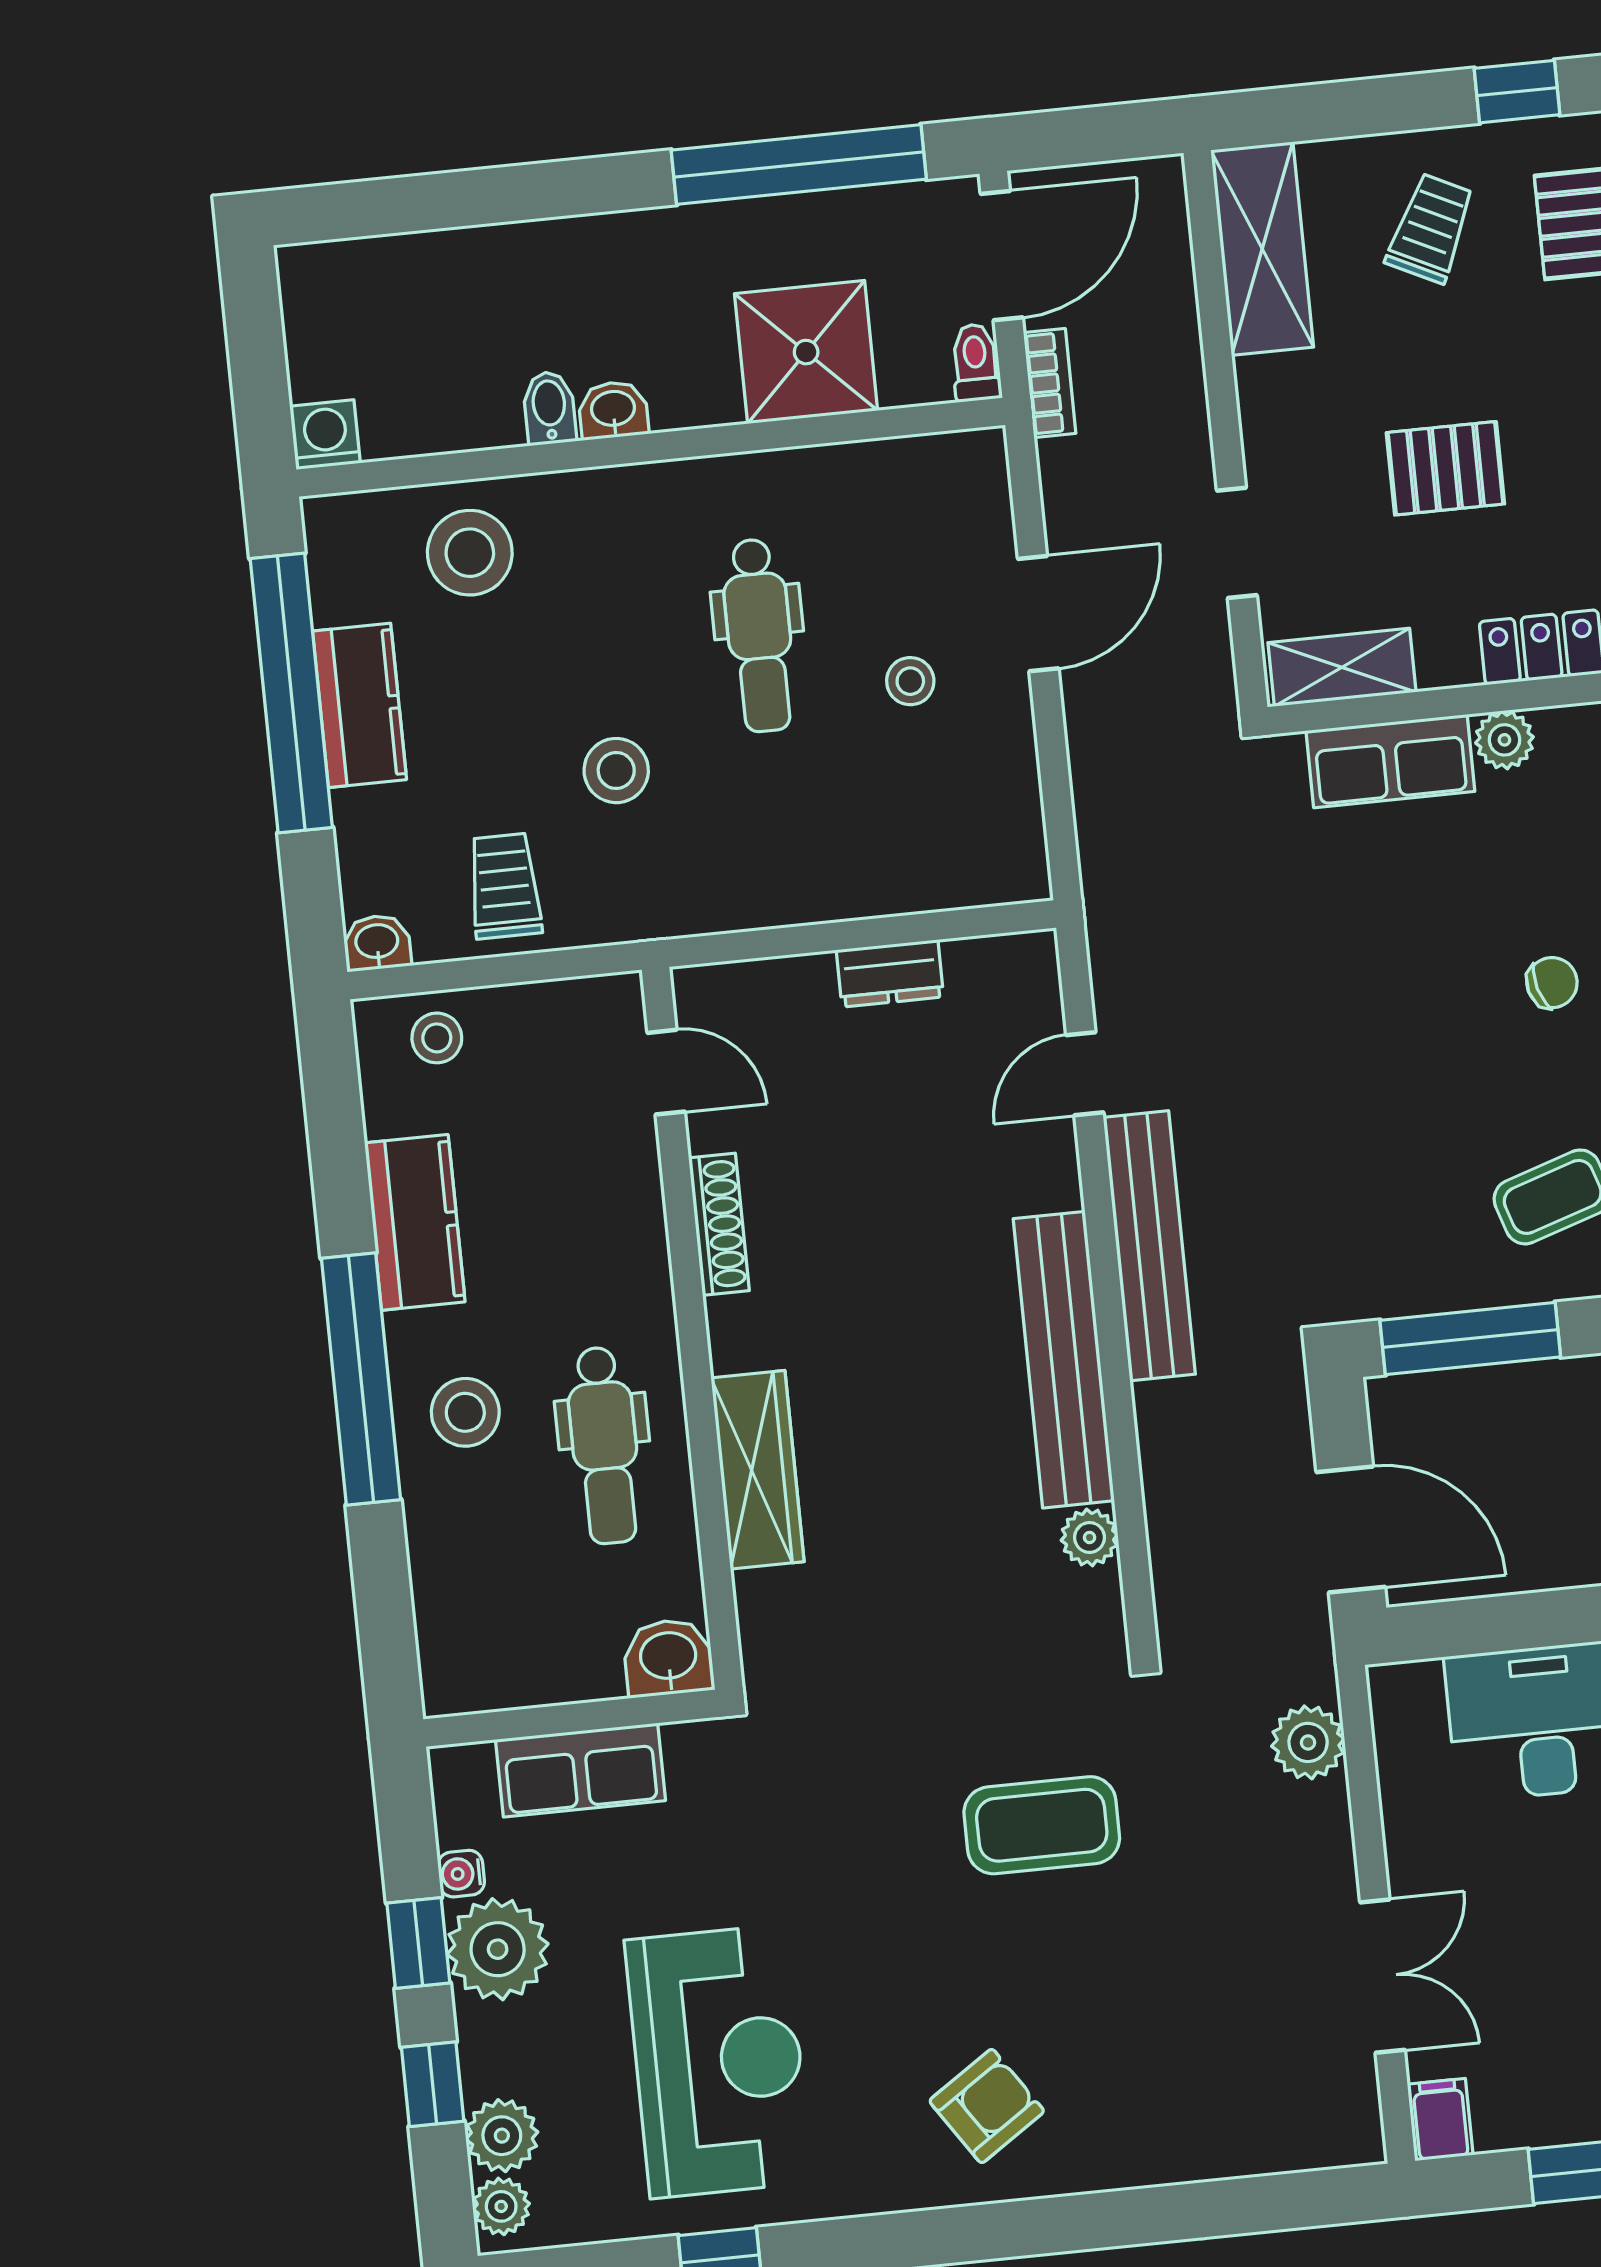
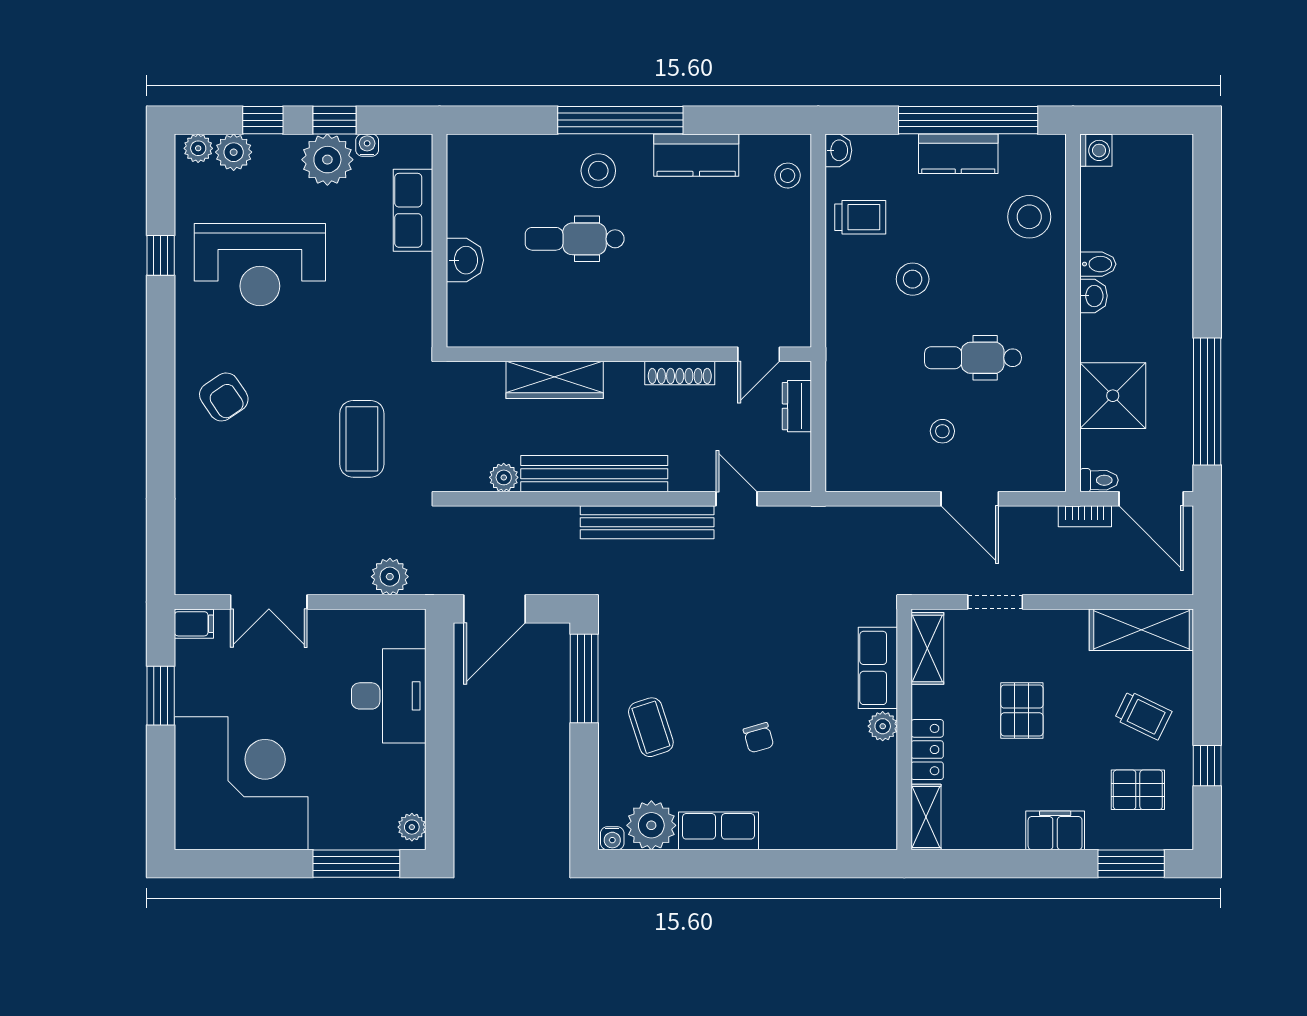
door: (666, 1072) -> (759, 354), moved
shoe rack: (719, 1224) -> (680, 373), moved
wall: (692, 1328) -> (629, 354), moved
wardrobe: (758, 1470) -> (555, 380), moved

